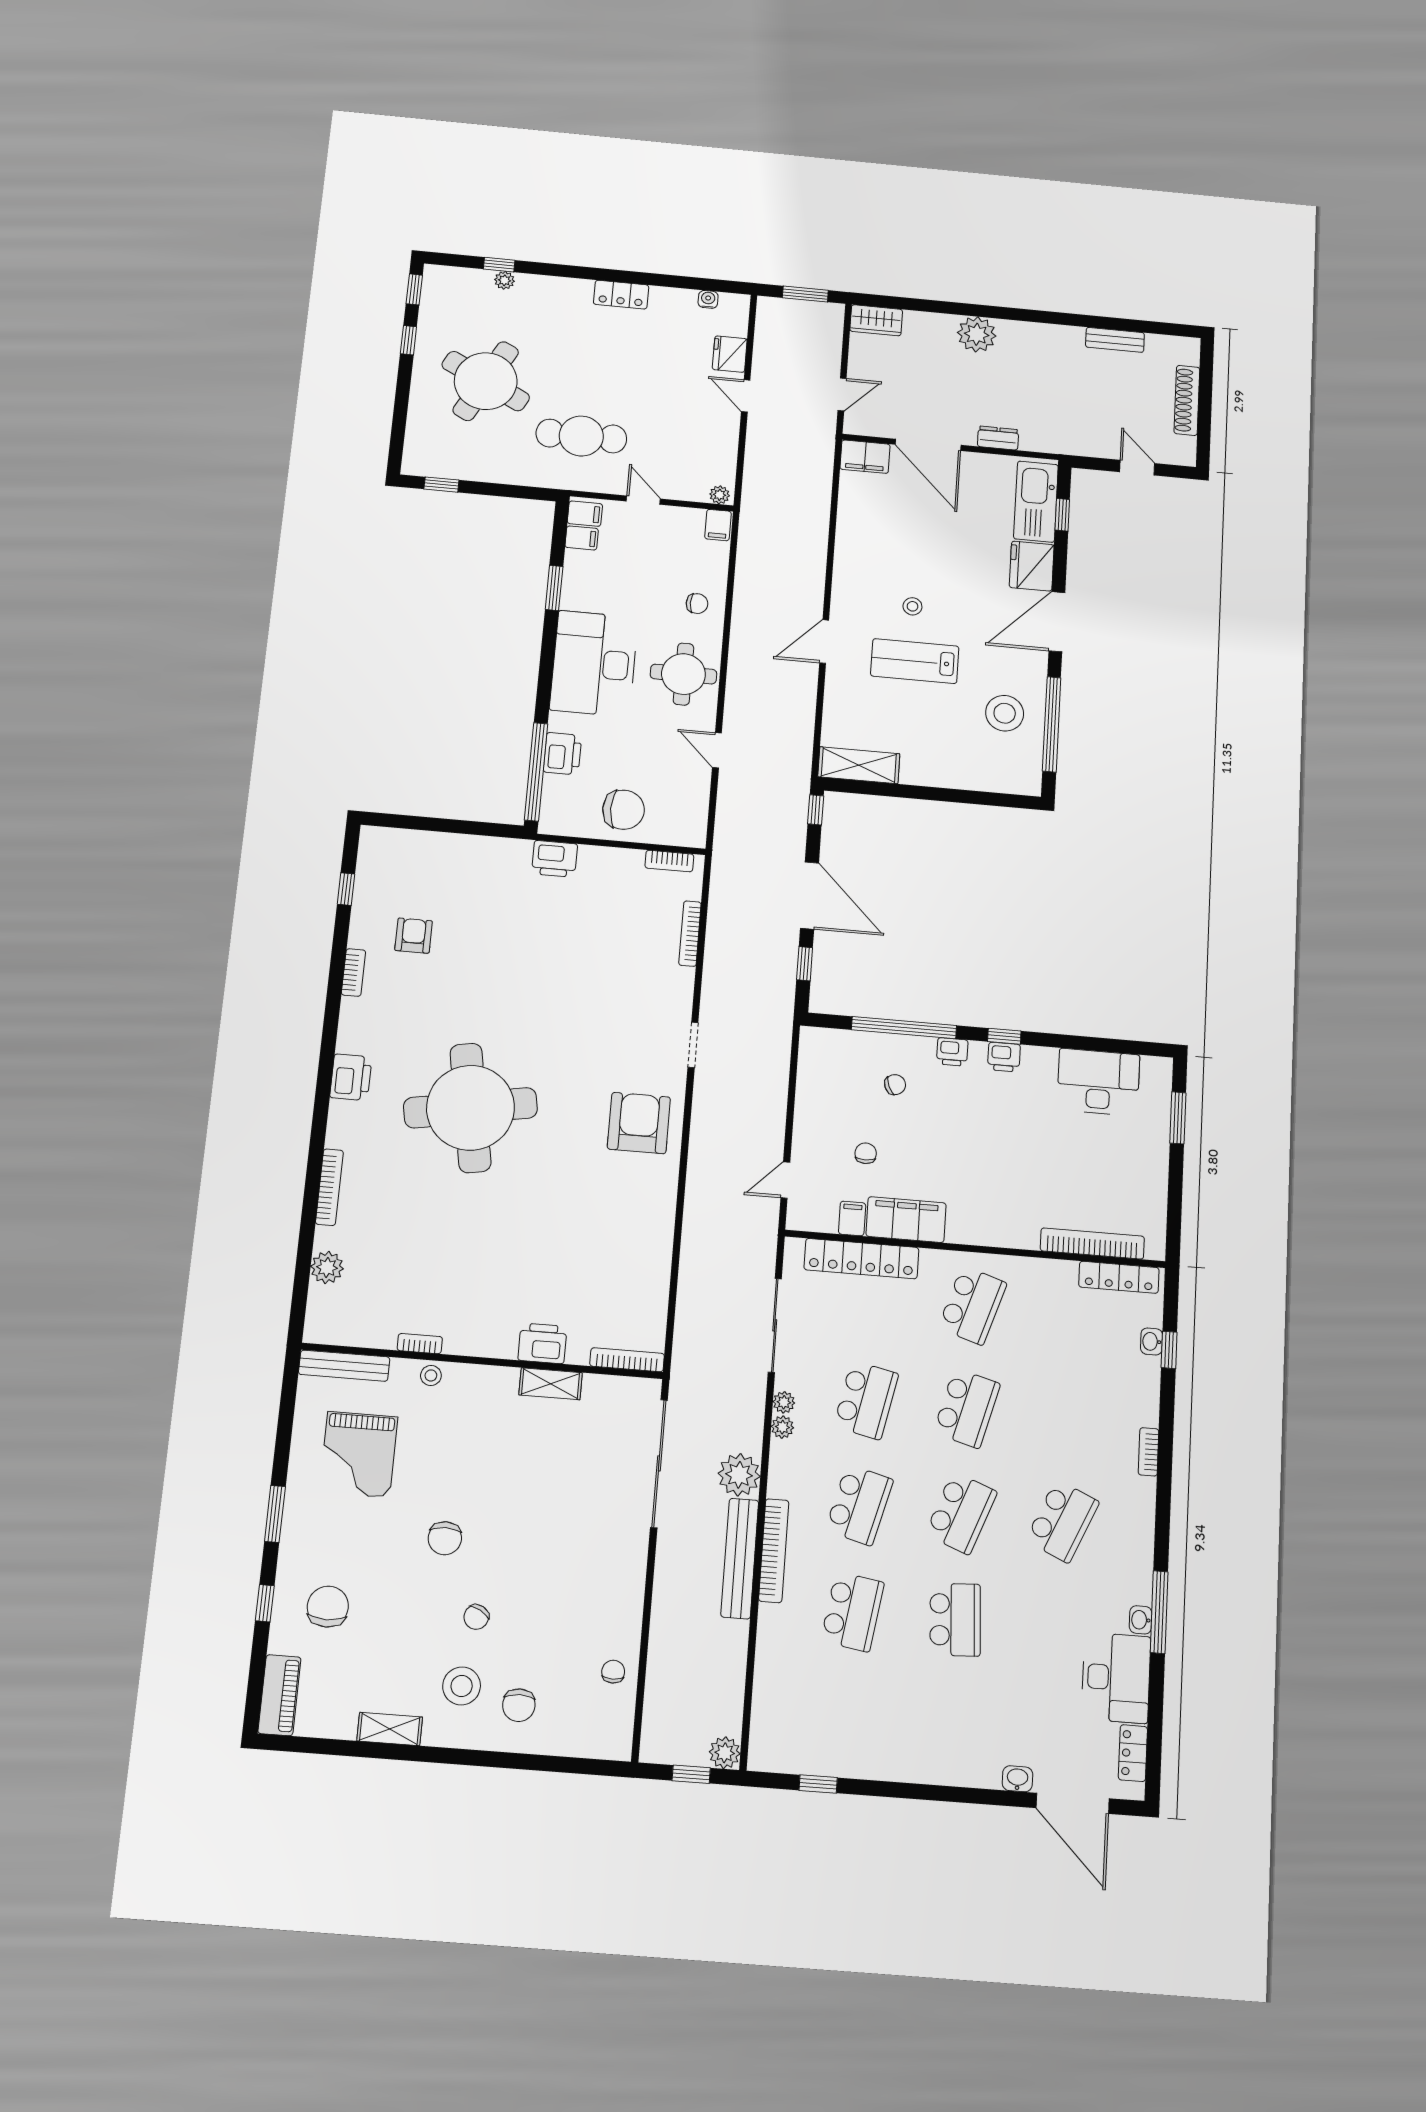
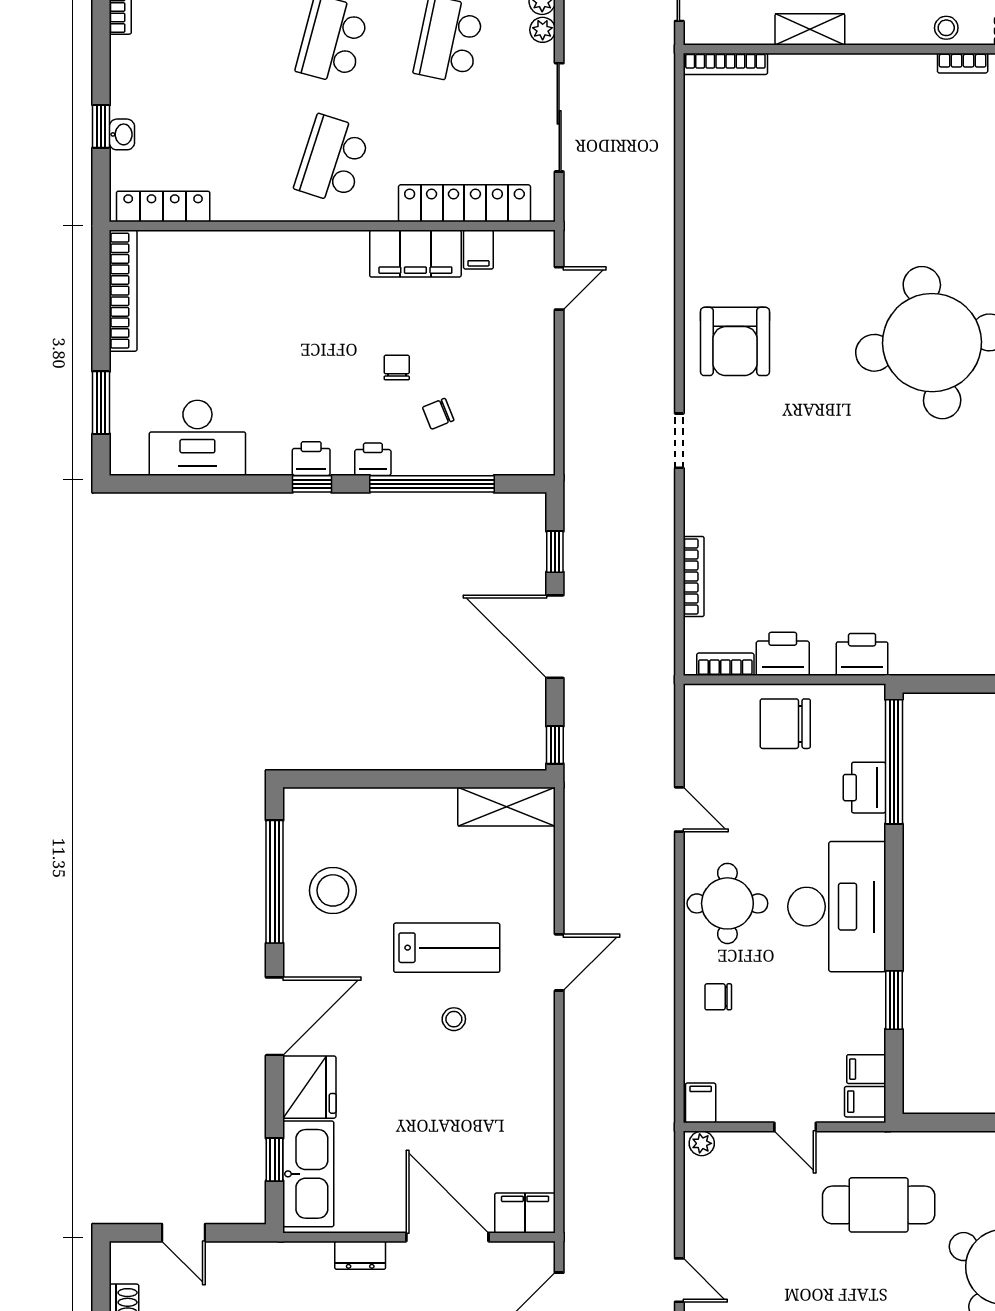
chair: (866, 1153) -> (397, 367), moved, turned 180
bookcase: (1092, 1244) -> (123, 291), moved, turned -90
printer: (542, 1343) -> (783, 654), moved, turned 180

